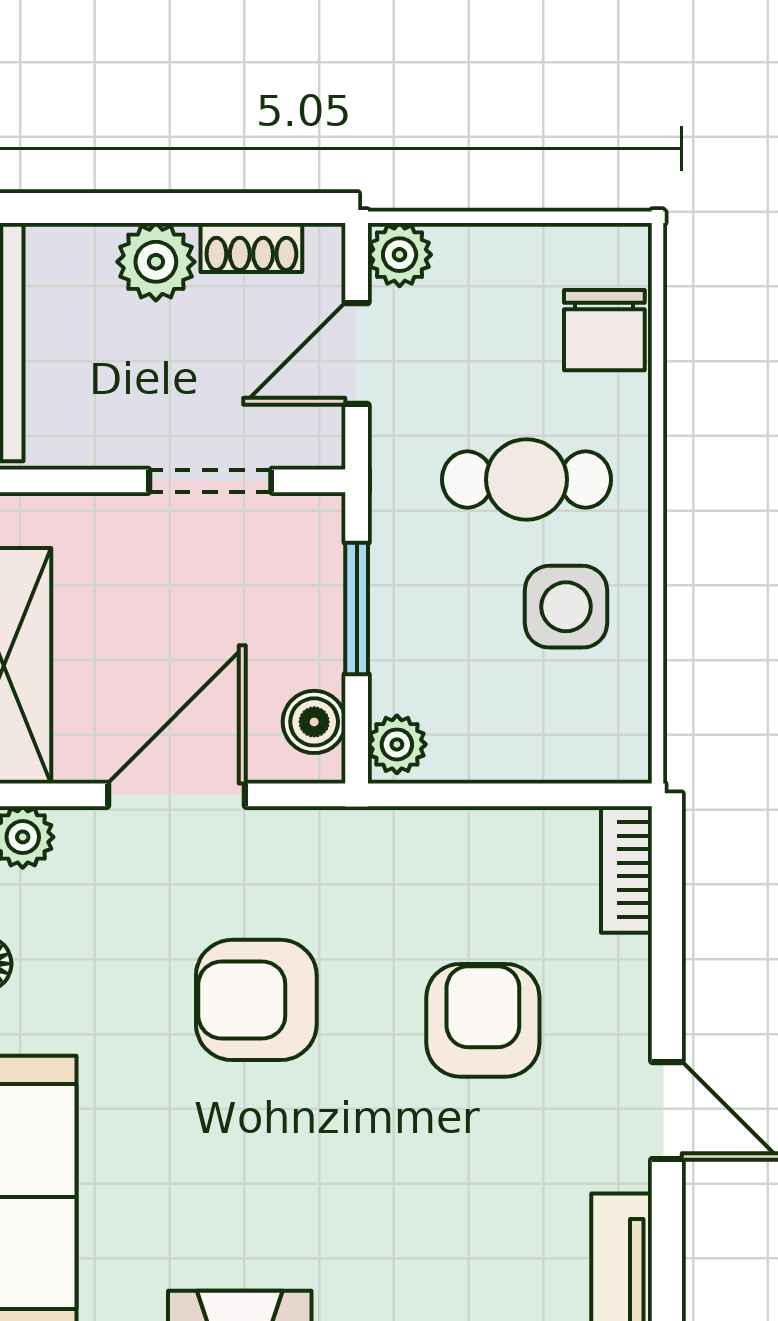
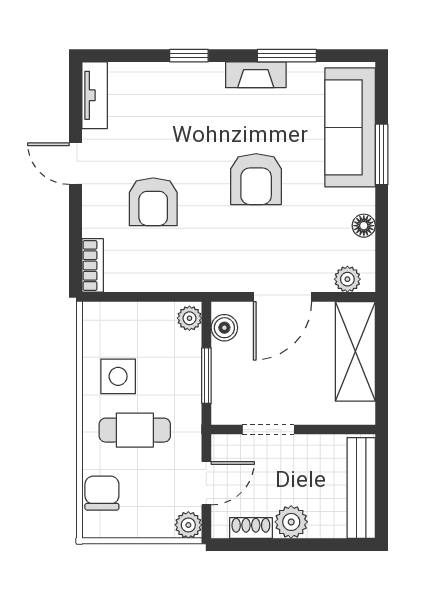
armchair: (256, 1000) -> (256, 179), moved, turned 90

